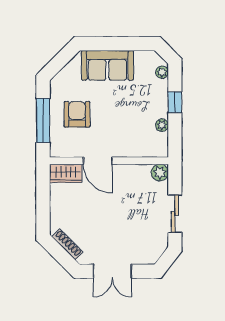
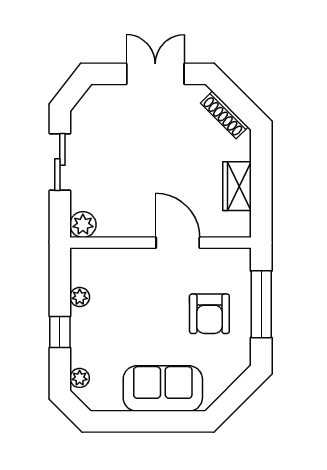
wardrobe: (66, 173) -> (237, 186), moved, turned -90

